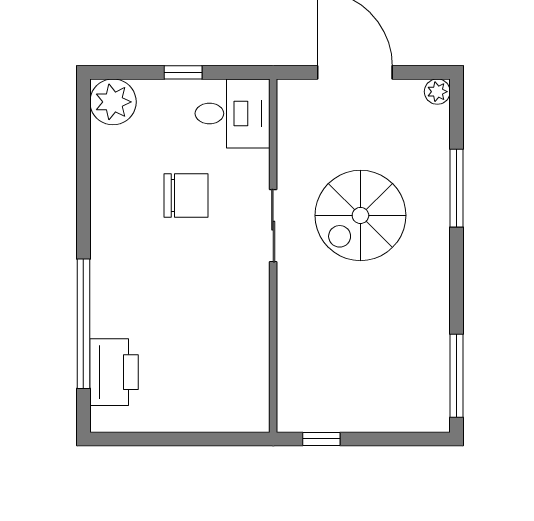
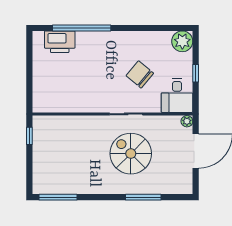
plant: (437, 92) -> (187, 121), moved
chair: (186, 196) -> (140, 74), turned 130

